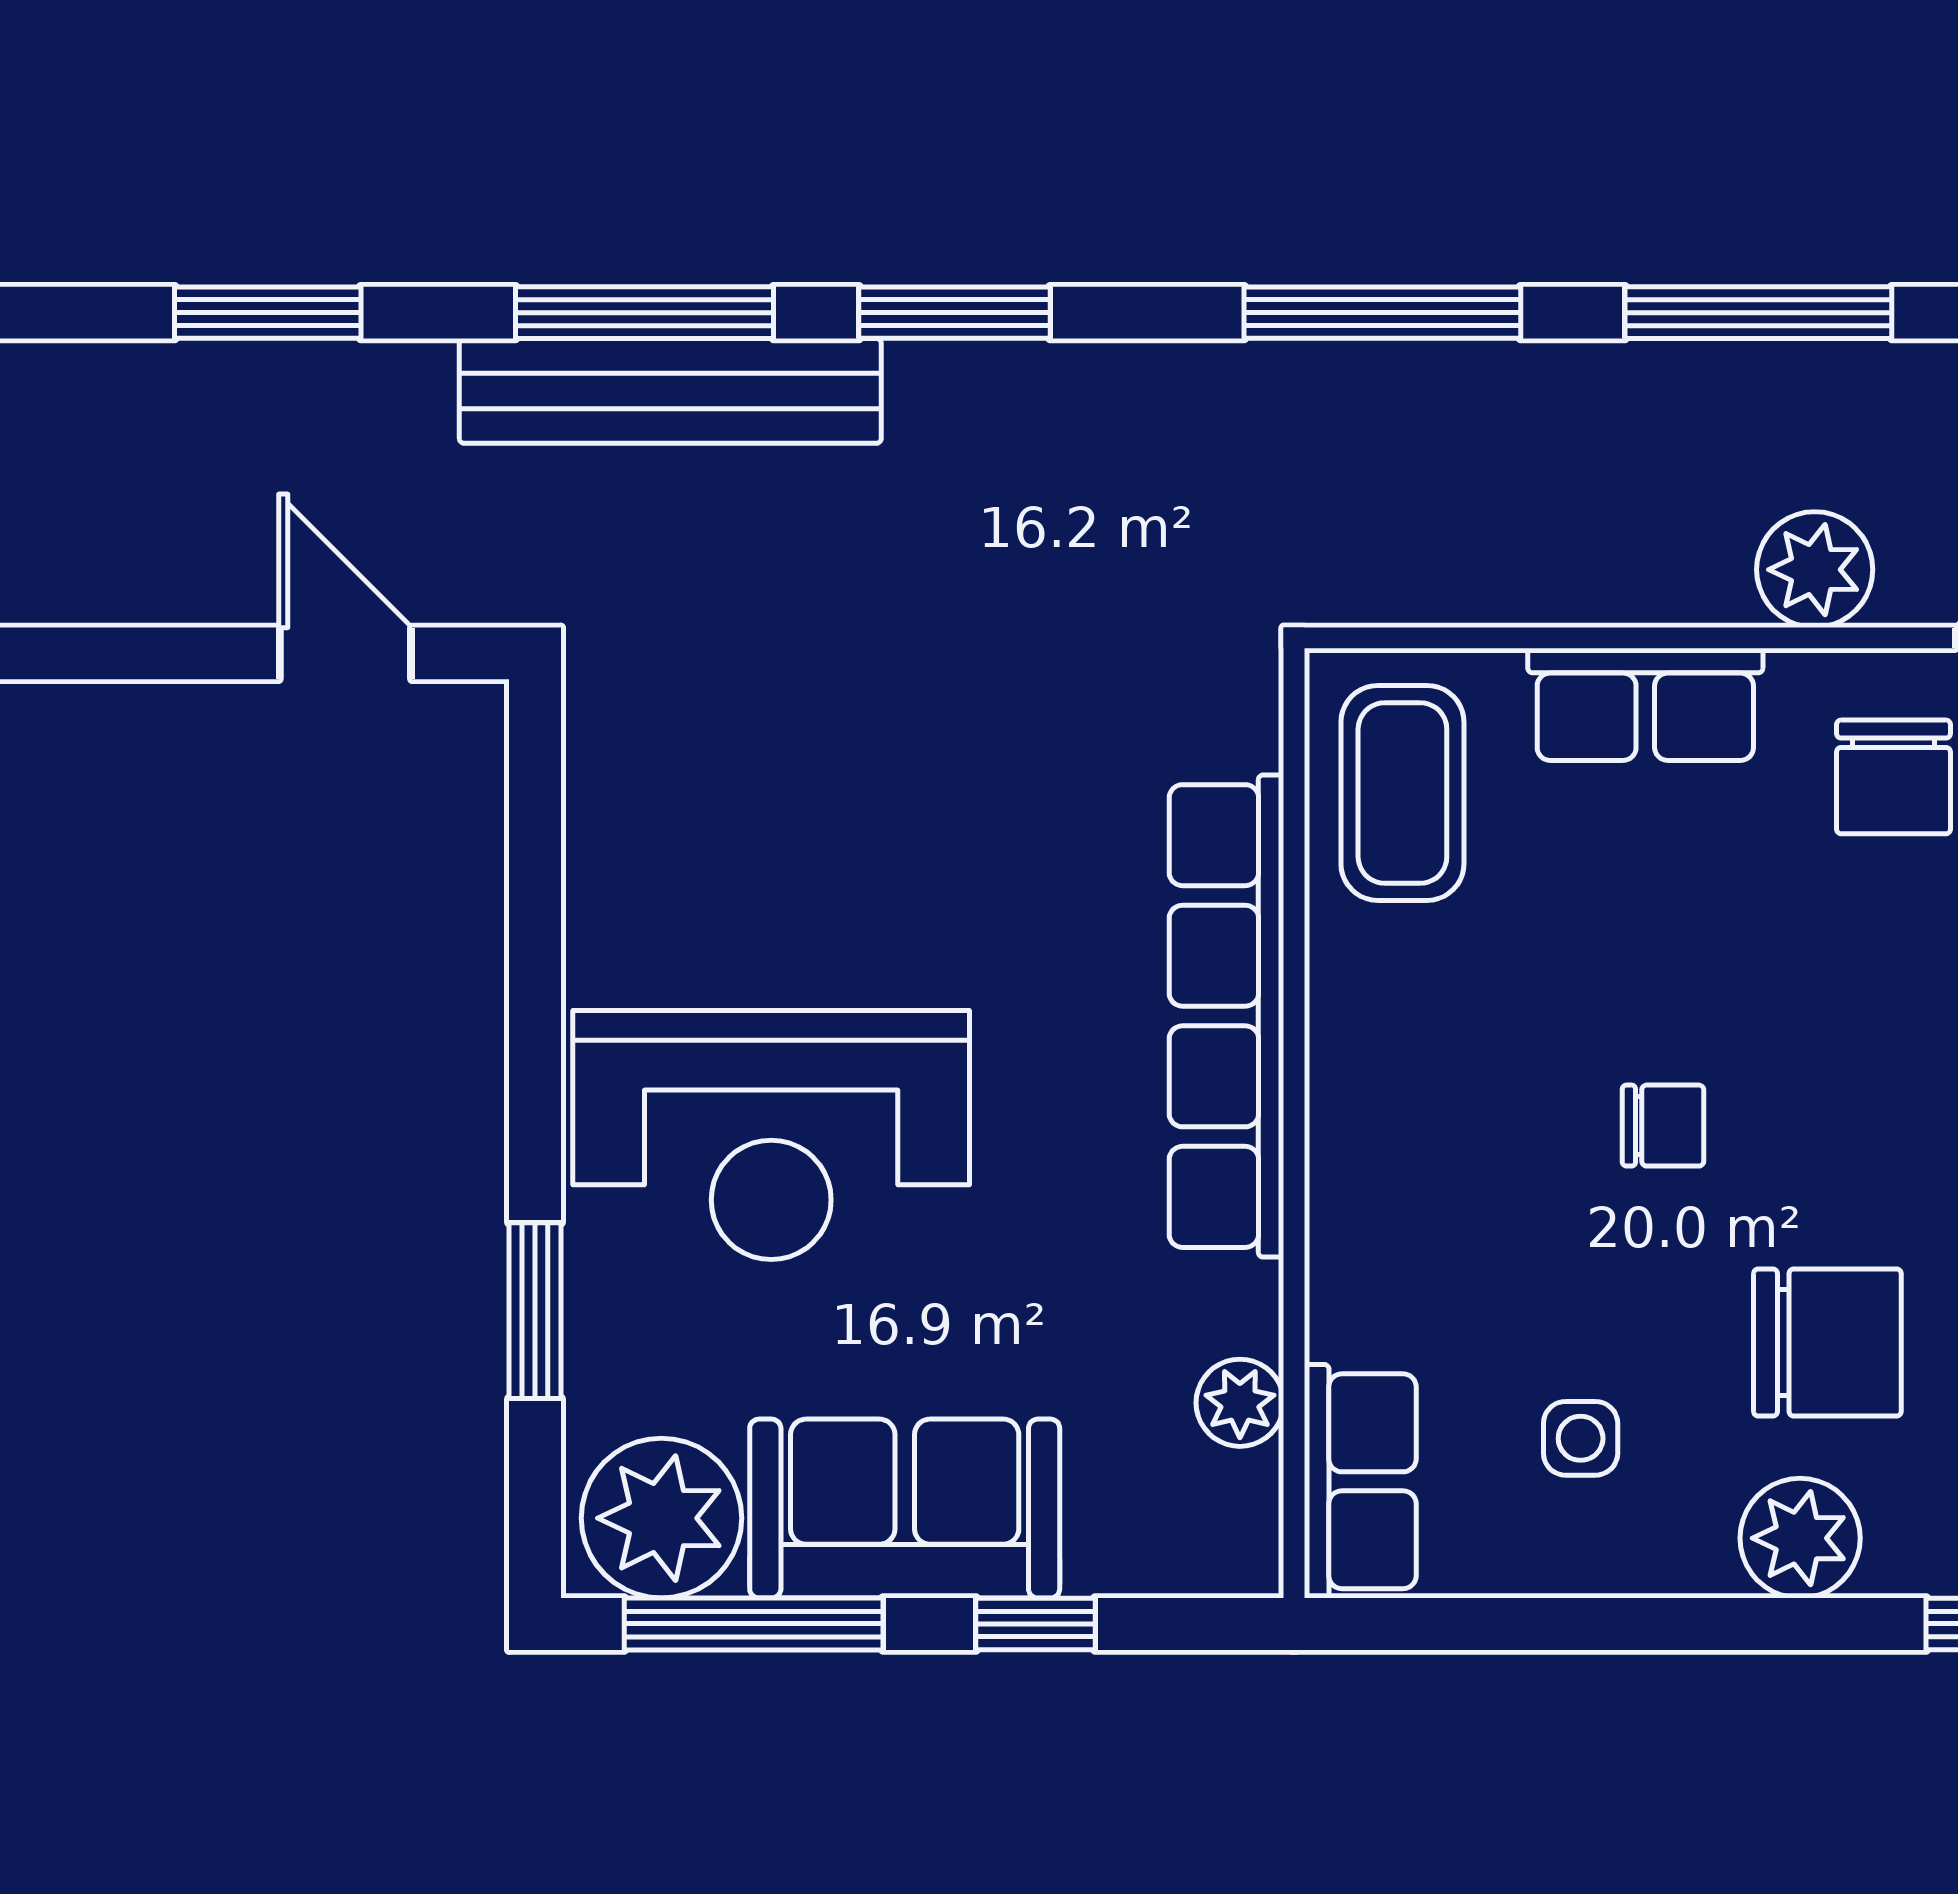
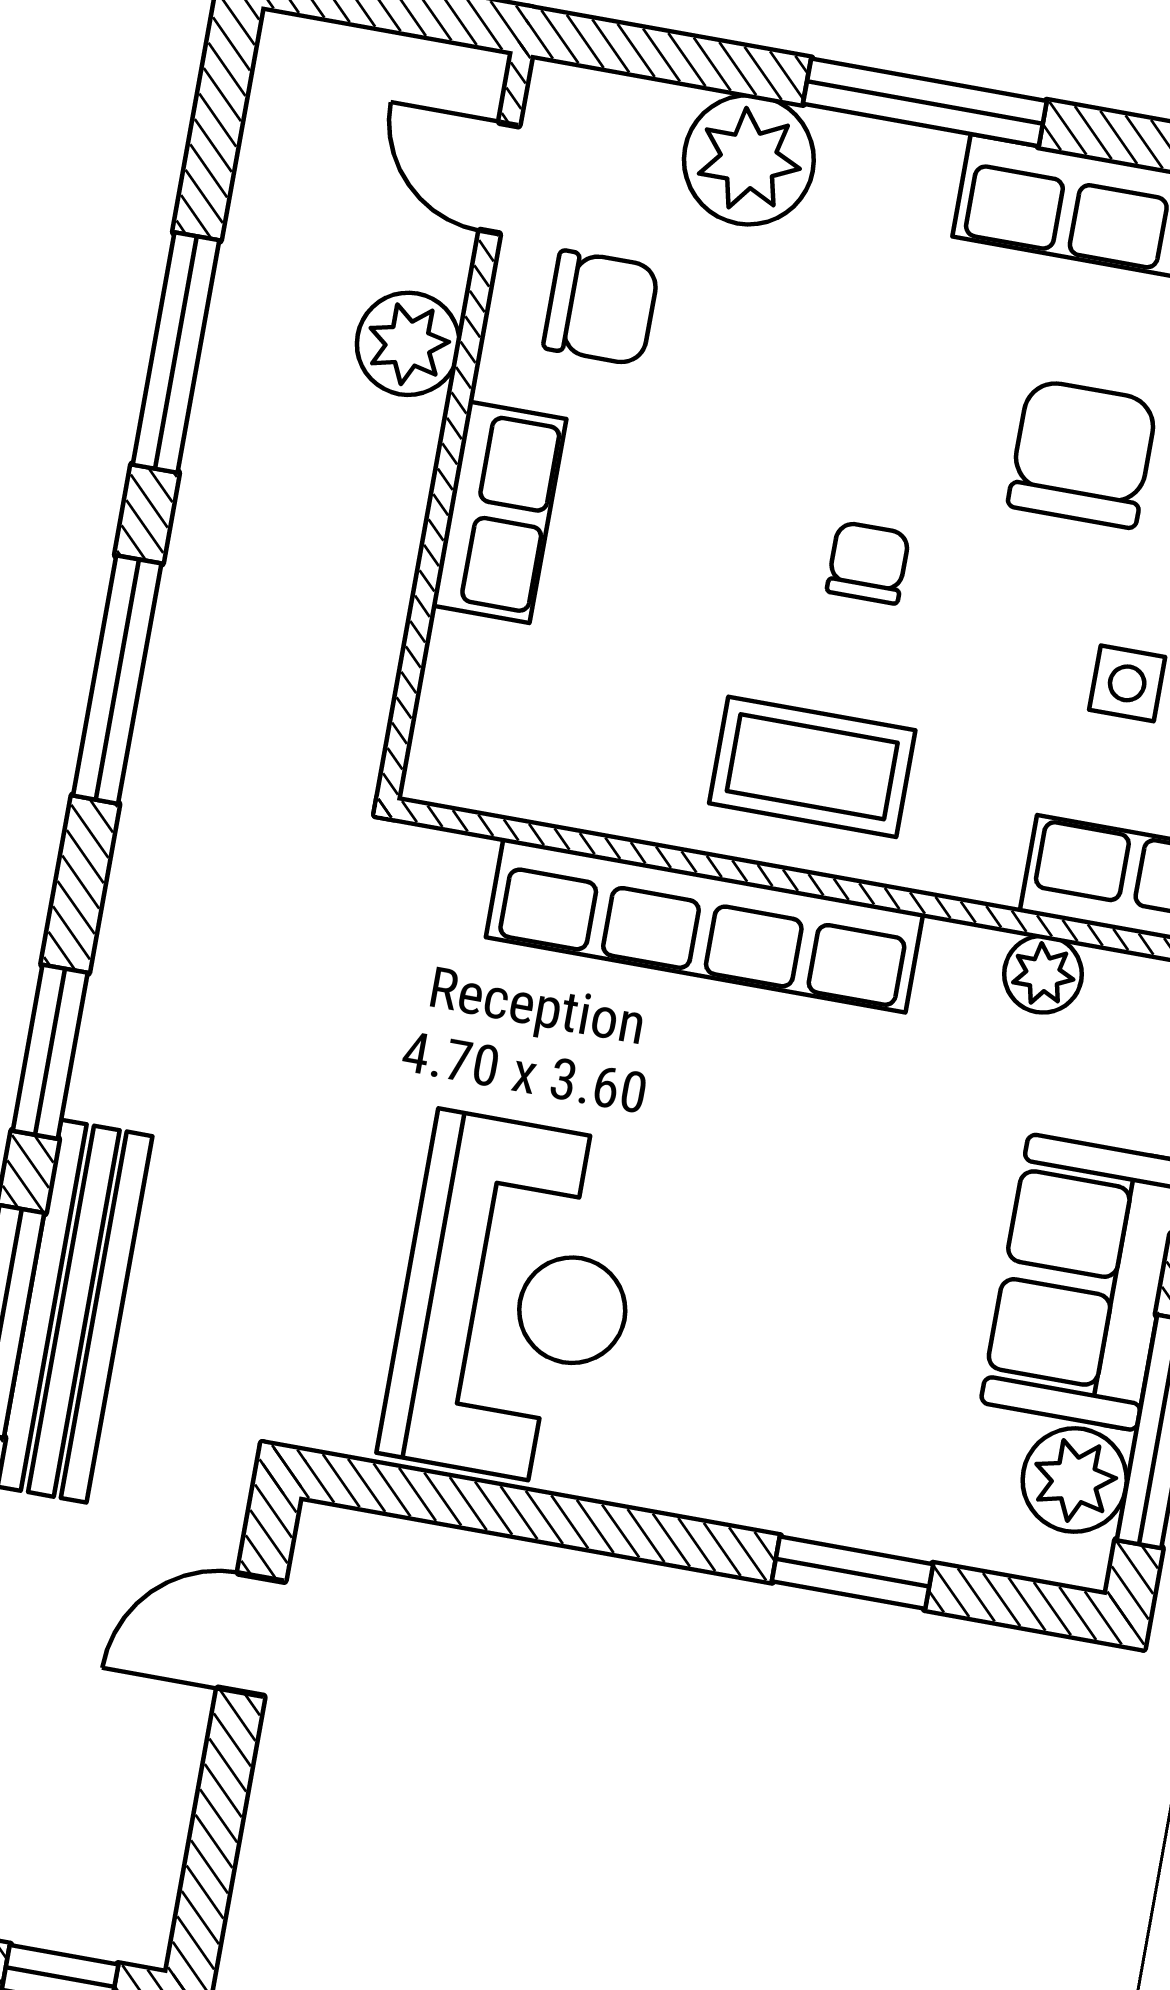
coffee table: (1402, 793) -> (812, 767), moved
reception desk: (771, 1135) -> (516, 1300), moved
plant: (661, 1518) -> (1075, 1480), width x0.73, depth x0.73

